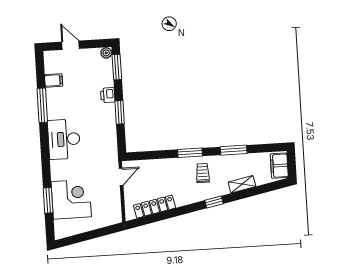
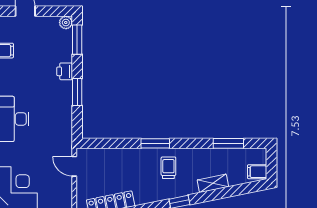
window: (234, 150) -> (228, 143), moved
filing cabinet: (279, 166) -> (257, 172), width x0.50
door: (121, 177) -> (74, 166), swing flipped

